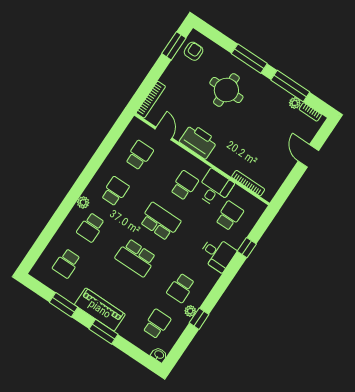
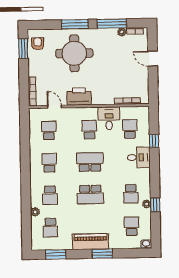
round table: (226, 90) -> (74, 53), width x1.36, depth x1.36
plant: (83, 202) -> (35, 212), moved
window: (64, 305) -> (56, 254), moved

